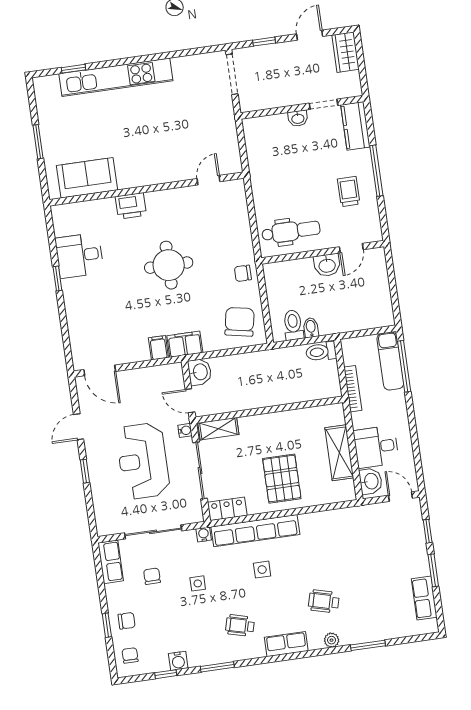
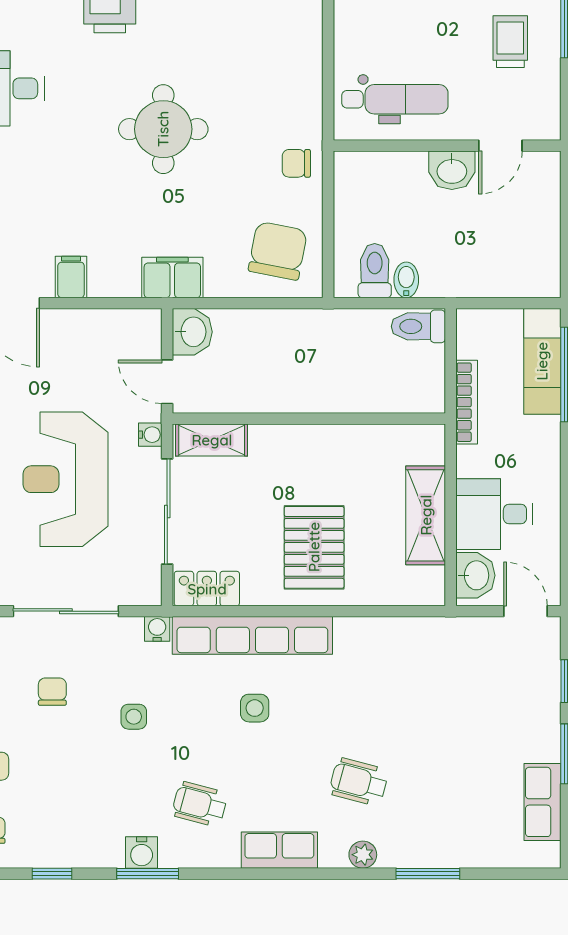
filing cabinet: (158, 348) -> (71, 277), moved
water cooler: (178, 661) -> (142, 853), moved

